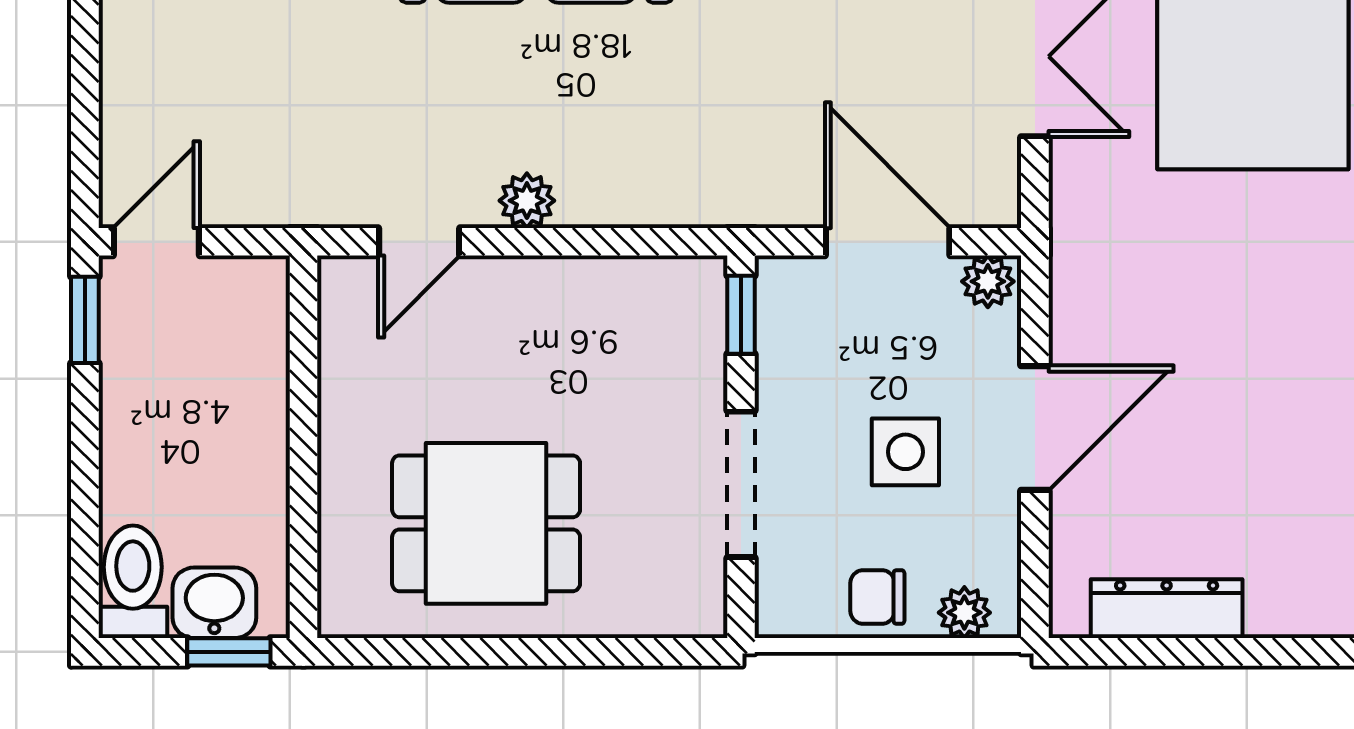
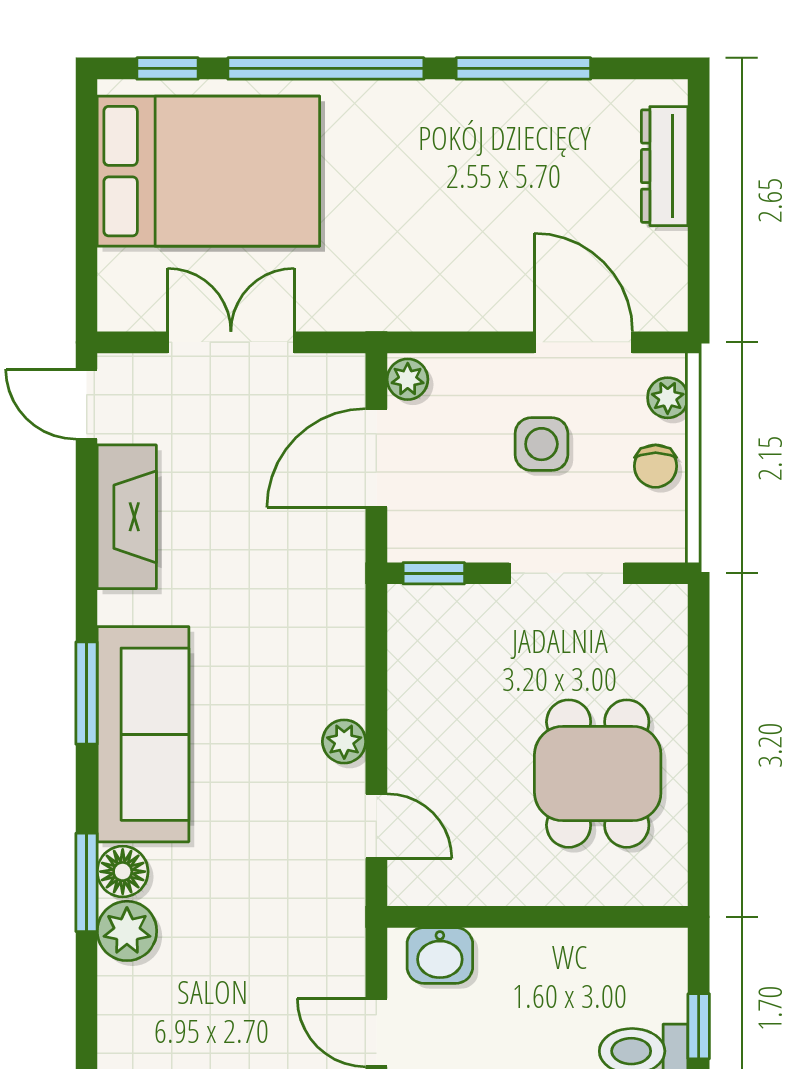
door: (1035, 428) -> (583, 342), moved
washbasin: (214, 603) -> (440, 955), moved, turned -90
dresser: (1167, 609) -> (665, 166), moved
window: (229, 652) -> (699, 1026), moved

